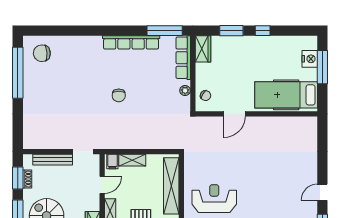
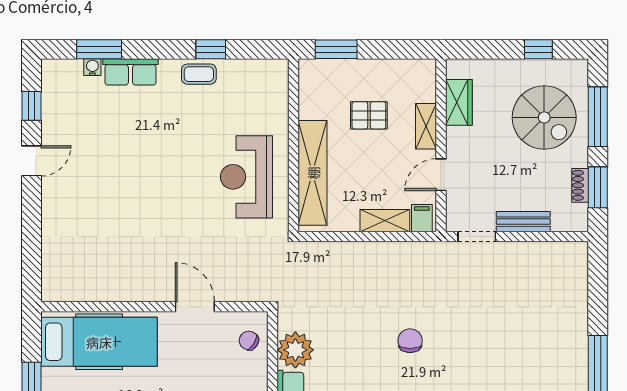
plant: (185, 90) -> (295, 350), width x1.88, depth x1.88
door: (235, 114) -> (195, 307), hinge flipped
bench: (53, 160) -> (523, 222), width x0.73
reception desk: (214, 199) -> (246, 177), moved, turned 90

